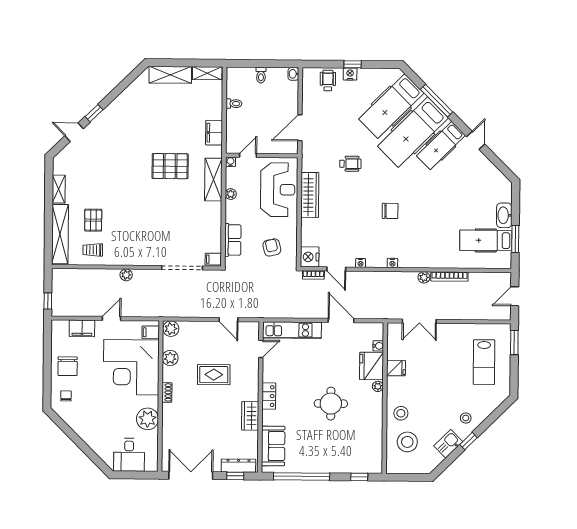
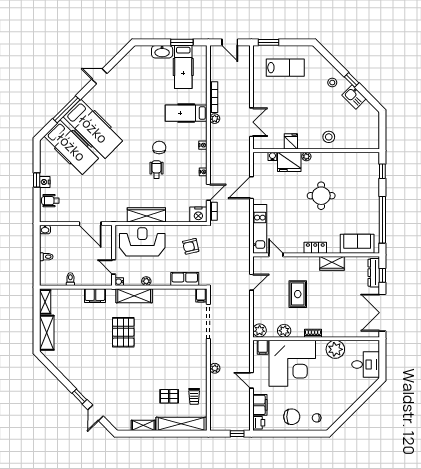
hospital bed: (441, 146) -> (186, 113), moved, turned 135
wheelchair: (350, 164) -> (157, 169), moved
printer: (61, 327) -> (259, 423), added
stool: (407, 442) -> (353, 131), removed

